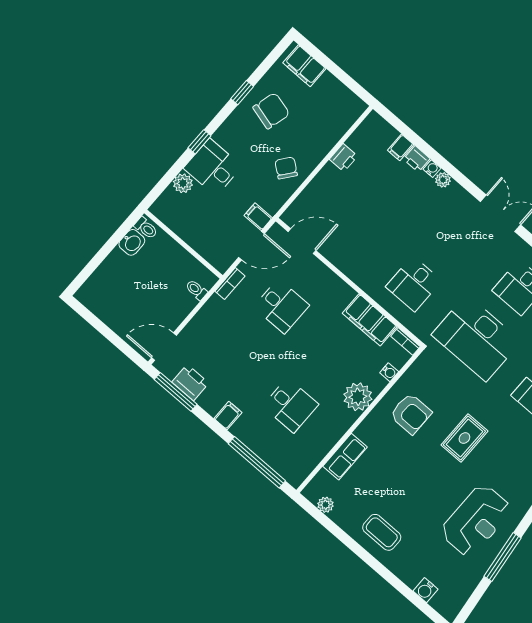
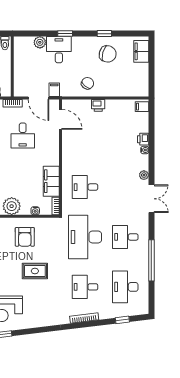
filing cabinet: (401, 147) -> (142, 107), moved
printer: (344, 158) -> (98, 105), moved
plant: (443, 180) -> (144, 175), moved

